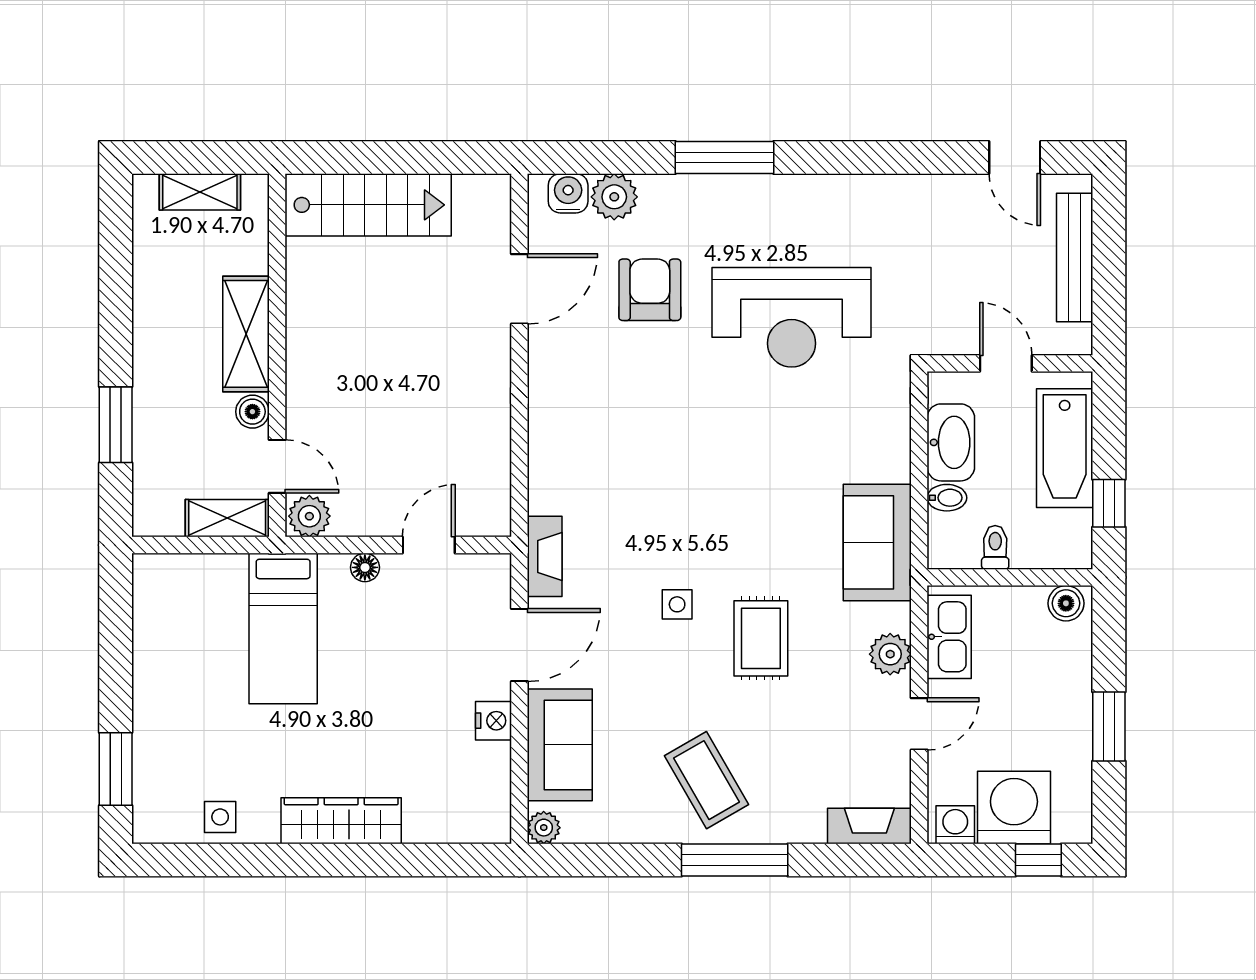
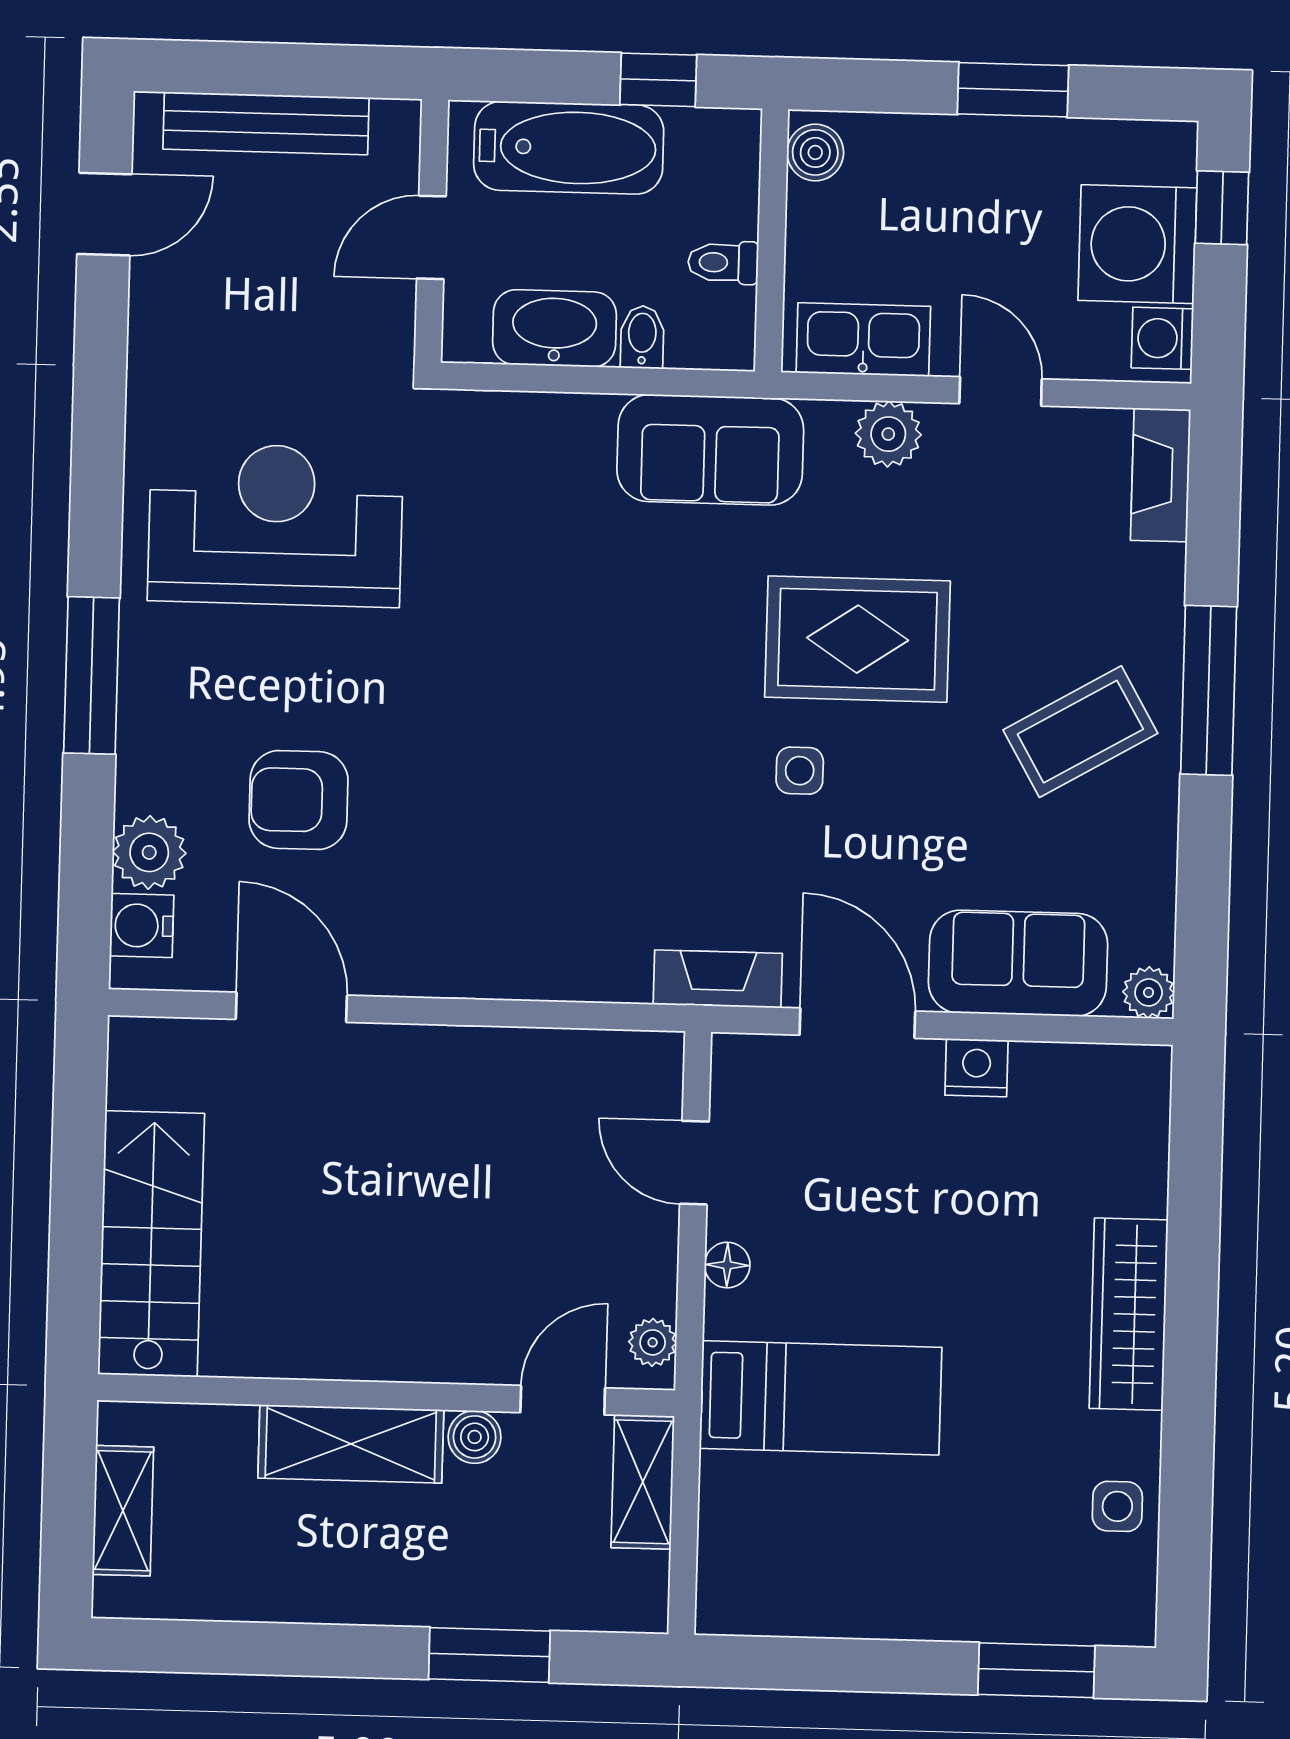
reception desk: (792, 317) -> (275, 525), moved, turned -90
plant: (309, 516) -> (653, 1342), width x0.73, depth x0.73
rug: (761, 638) -> (858, 639), width x1.36, depth x1.43

